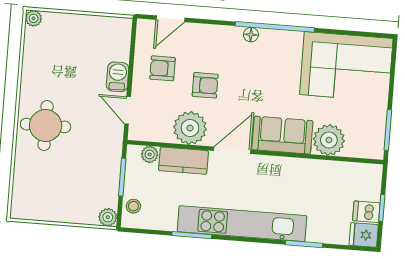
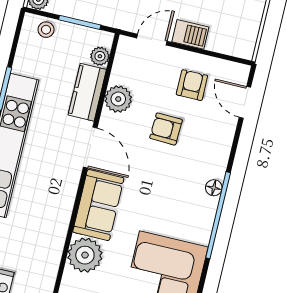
armchair: (205, 85) -> (166, 129), turned 92
plant: (190, 128) -> (118, 99), width x0.73, depth x0.73

